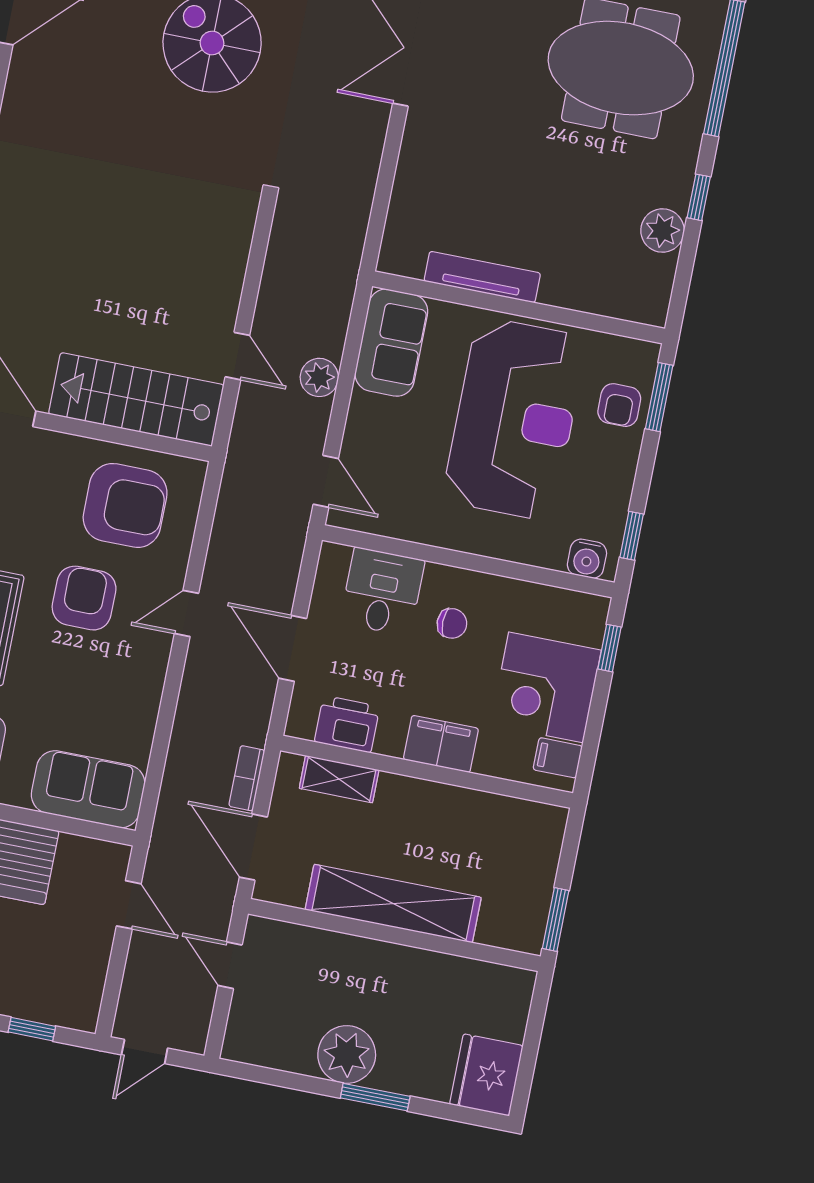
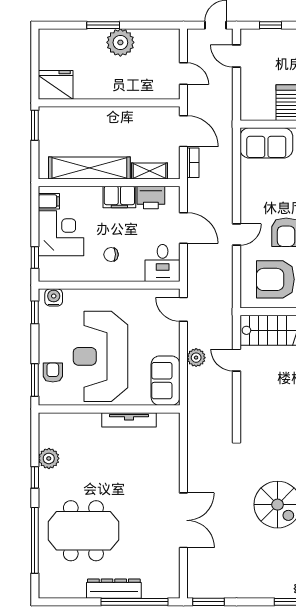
desk: (382, 592) -> (163, 263), moved
filing cabinet: (441, 744) -> (119, 197), moved
shelving: (393, 904) -> (89, 168), moved
door: (129, 905) -> (237, 56), moved
fridge: (486, 1075) -> (56, 85), moved, turned -90

